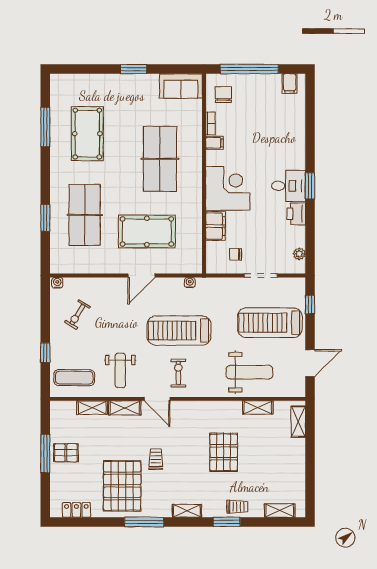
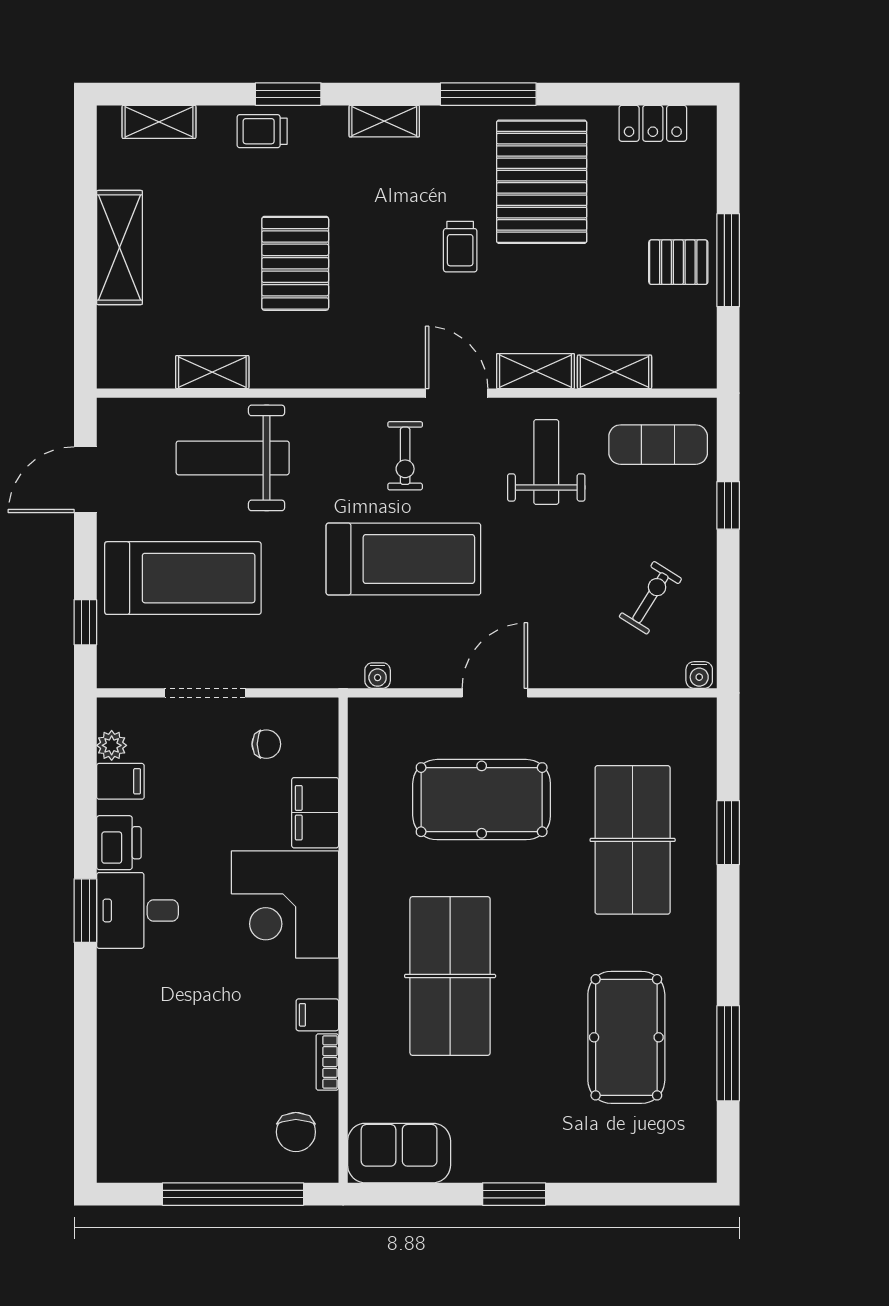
filing cabinet: (290, 84) -> (120, 781), moved, turned 90
shelving: (298, 422) -> (119, 248), moved, width x1.50, depth x1.33

